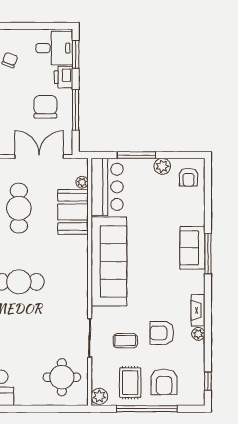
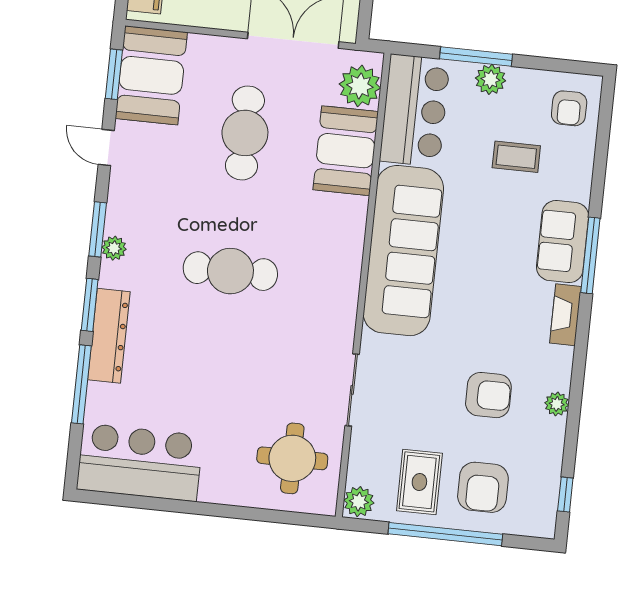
plant: (162, 166) -> (490, 79), moved
plant: (82, 182) -> (360, 86), width x1.87, depth x1.87
fireplace: (198, 310) -> (565, 315), moved
armchair: (162, 333) -> (488, 395), turned 180
coffee table: (125, 341) -> (516, 157), moved

